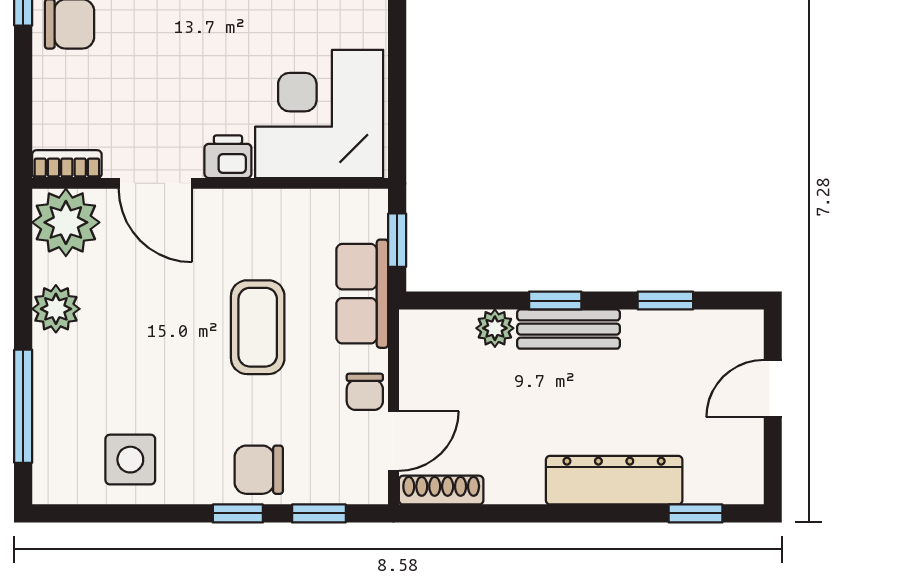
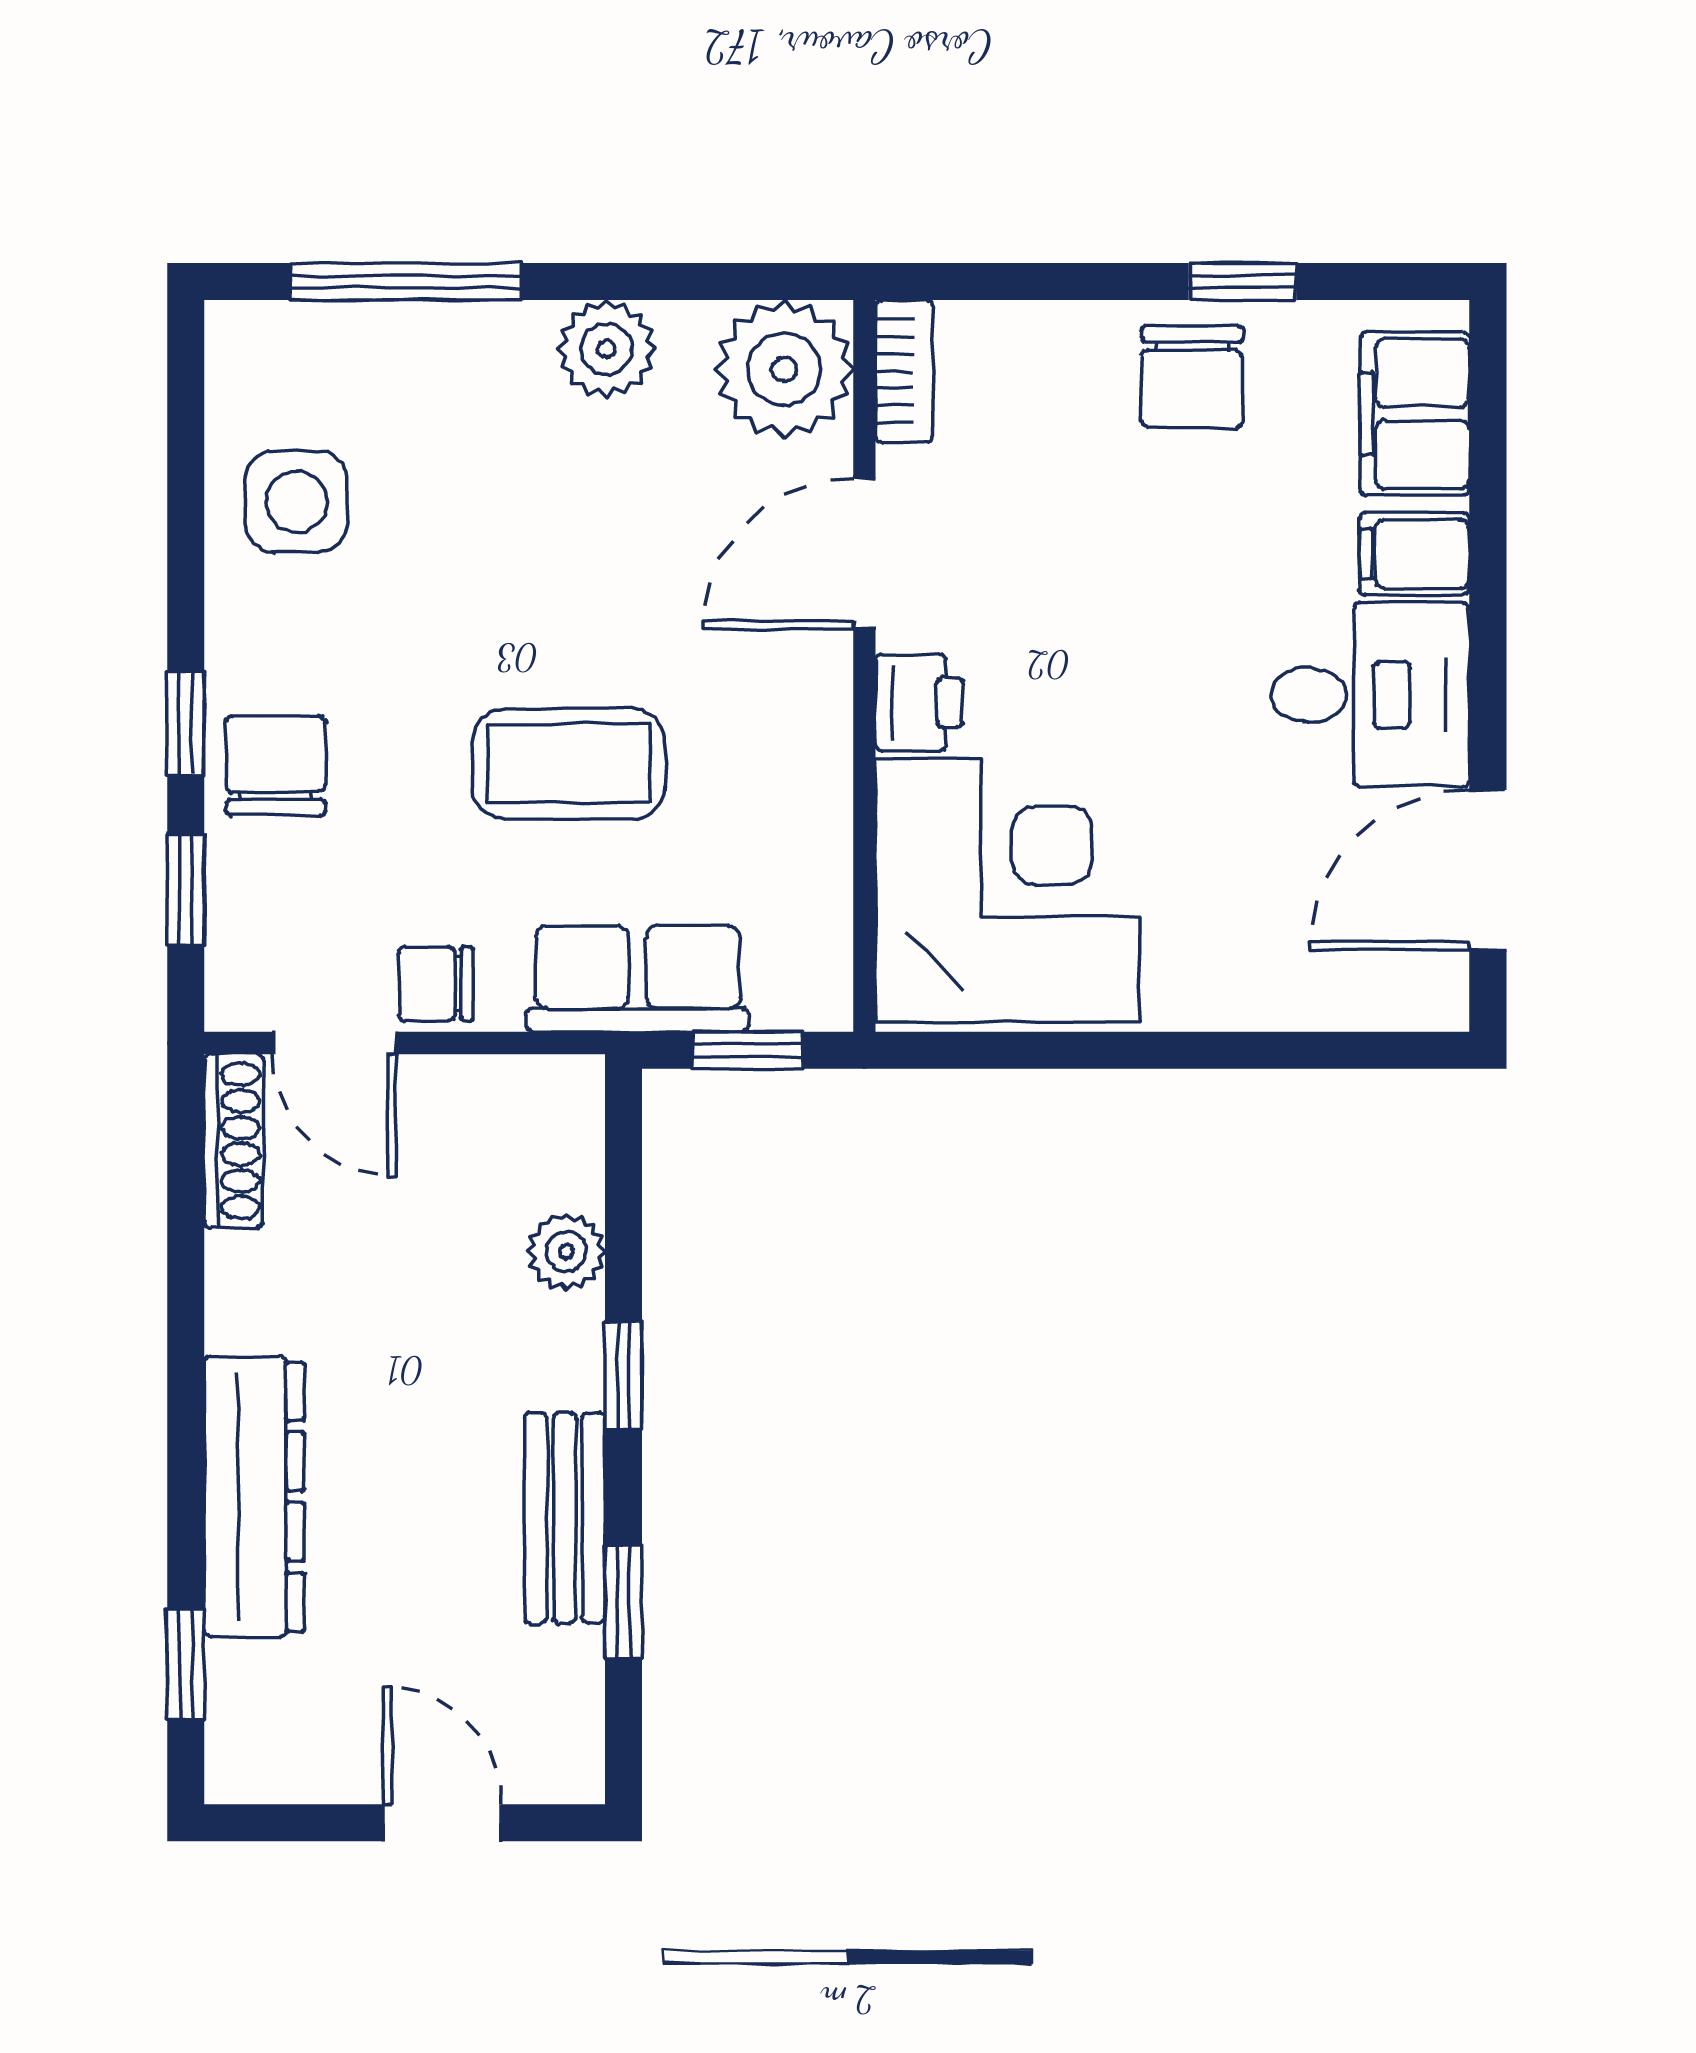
bench: (569, 329) -> (565, 1518), moved

